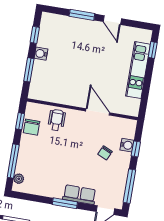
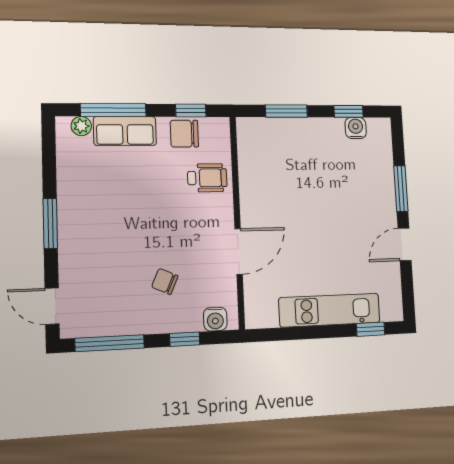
water cooler: (41, 54) -> (356, 128), moved
water cooler: (127, 145) -> (215, 319), moved
row of seats: (79, 195) -> (125, 131), moved, turned 90

